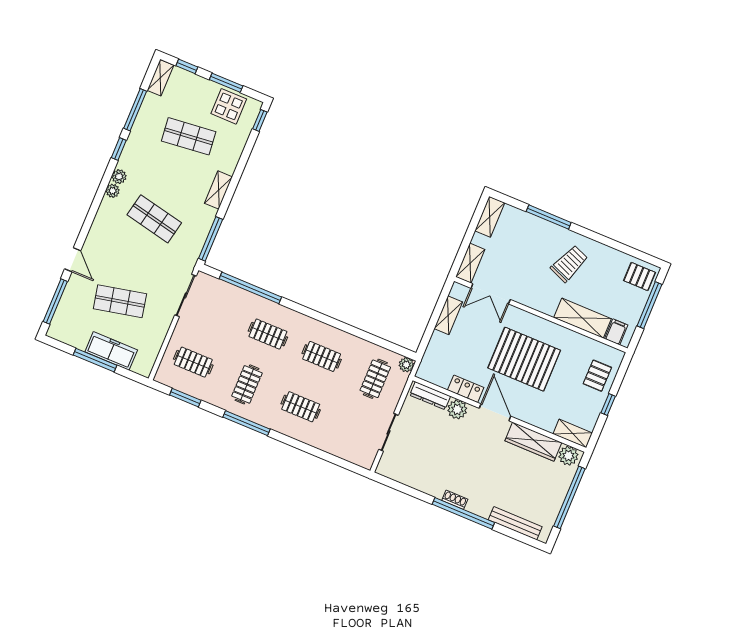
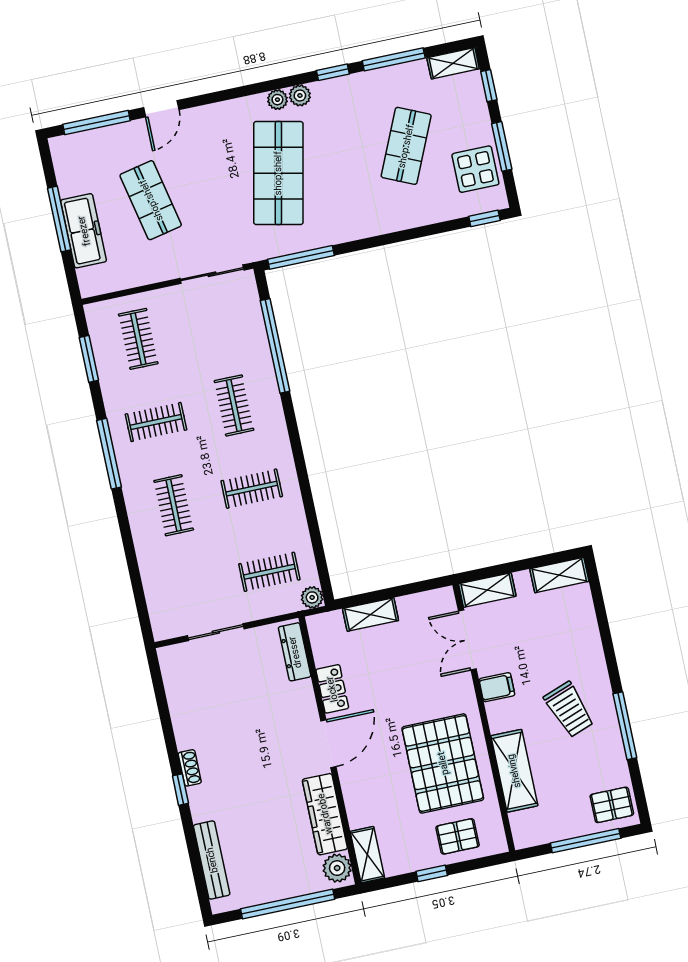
shop shelf: (189, 136) -> (406, 146), turned 30
shelving: (218, 190) -> (366, 226), removed
window: (549, 217) -> (625, 726), moved
shop shelf: (154, 219) -> (278, 173), width x1.43, depth x1.36
trolley: (569, 264) -> (569, 710), turned 48
pallet: (640, 277) -> (612, 805), turned 90
shelving: (448, 315) -> (371, 615), moved
filing cabinet: (616, 332) -> (497, 687), moved
clothes rail: (322, 356) -> (252, 489), turned 90
pallet: (524, 359) -> (443, 763), moved
plant: (457, 409) -> (300, 696), removed
window: (463, 513) -> (180, 790), width x0.32

